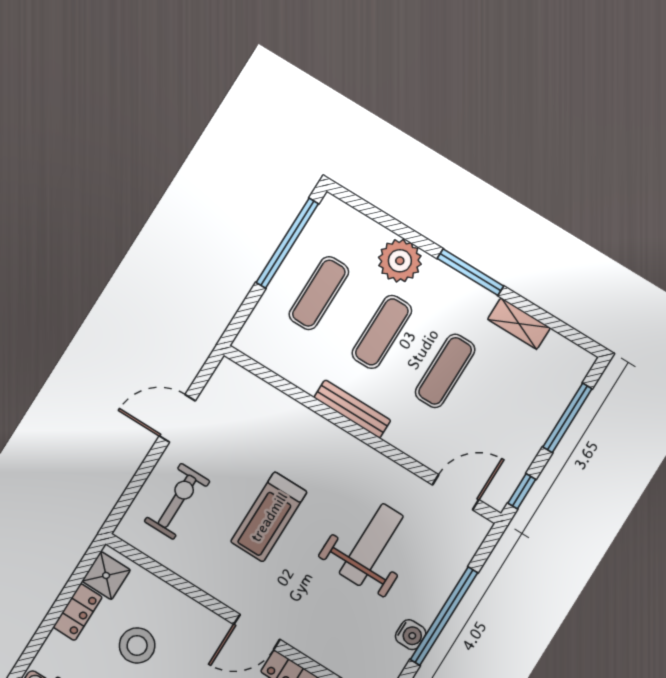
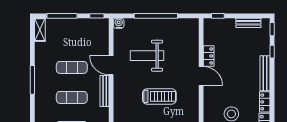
plant: (400, 261) -> (43, 107), removed
shelving: (519, 324) -> (40, 30), moved
door: (456, 492) -> (111, 65), moved
water cooler: (411, 635) -> (119, 23), moved

